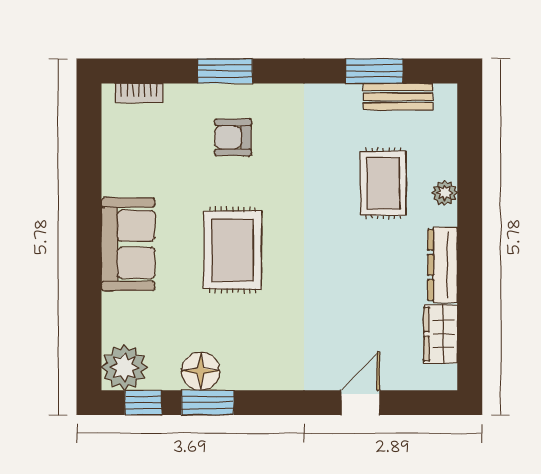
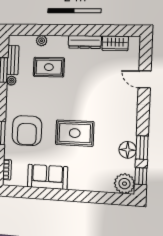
plant: (349, 95) -> (11, 81), added
armchair: (233, 137) -> (27, 131), width x1.88, depth x1.88
plant: (445, 193) -> (42, 41), moved
sofa: (128, 244) -> (47, 177), moved

